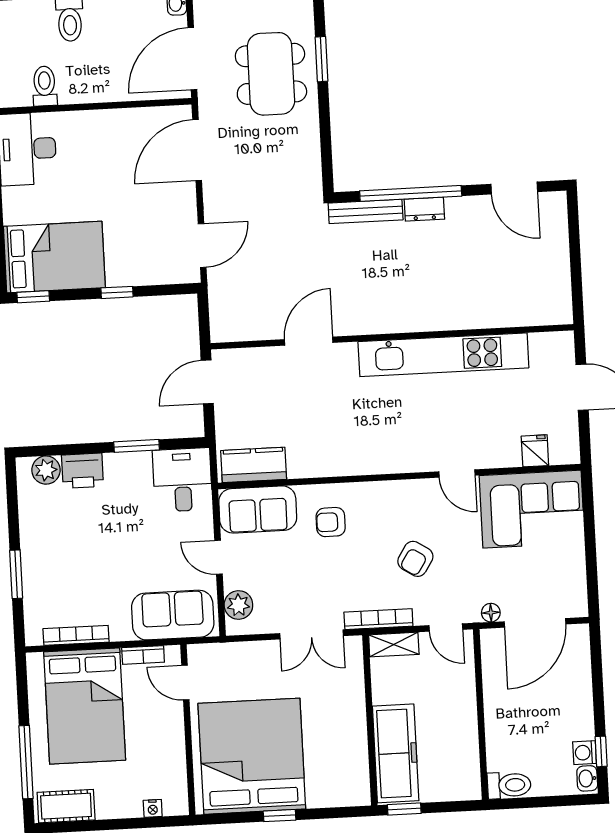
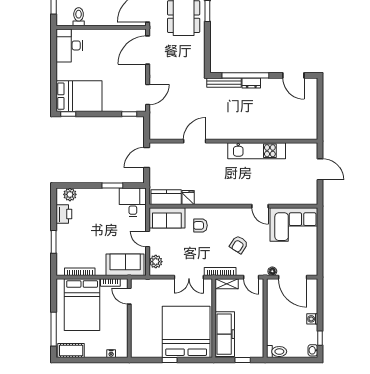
window: (117, 292) -> (129, 114), moved
kitchen unit: (443, 355) -> (257, 151), width x0.73
fridge: (535, 451) -> (188, 197), moved
printer: (82, 471) -> (64, 214), moved, turned -90
door: (535, 623) -> (293, 277), hinge flipped
washing machine: (585, 753) -> (312, 319), moved
bed: (252, 756) -> (186, 332), moved
window: (404, 809) -> (243, 360), moved

